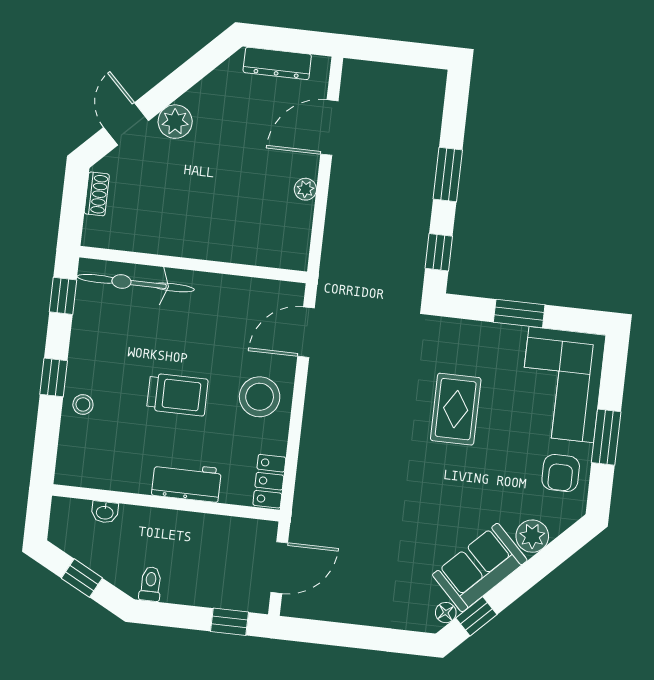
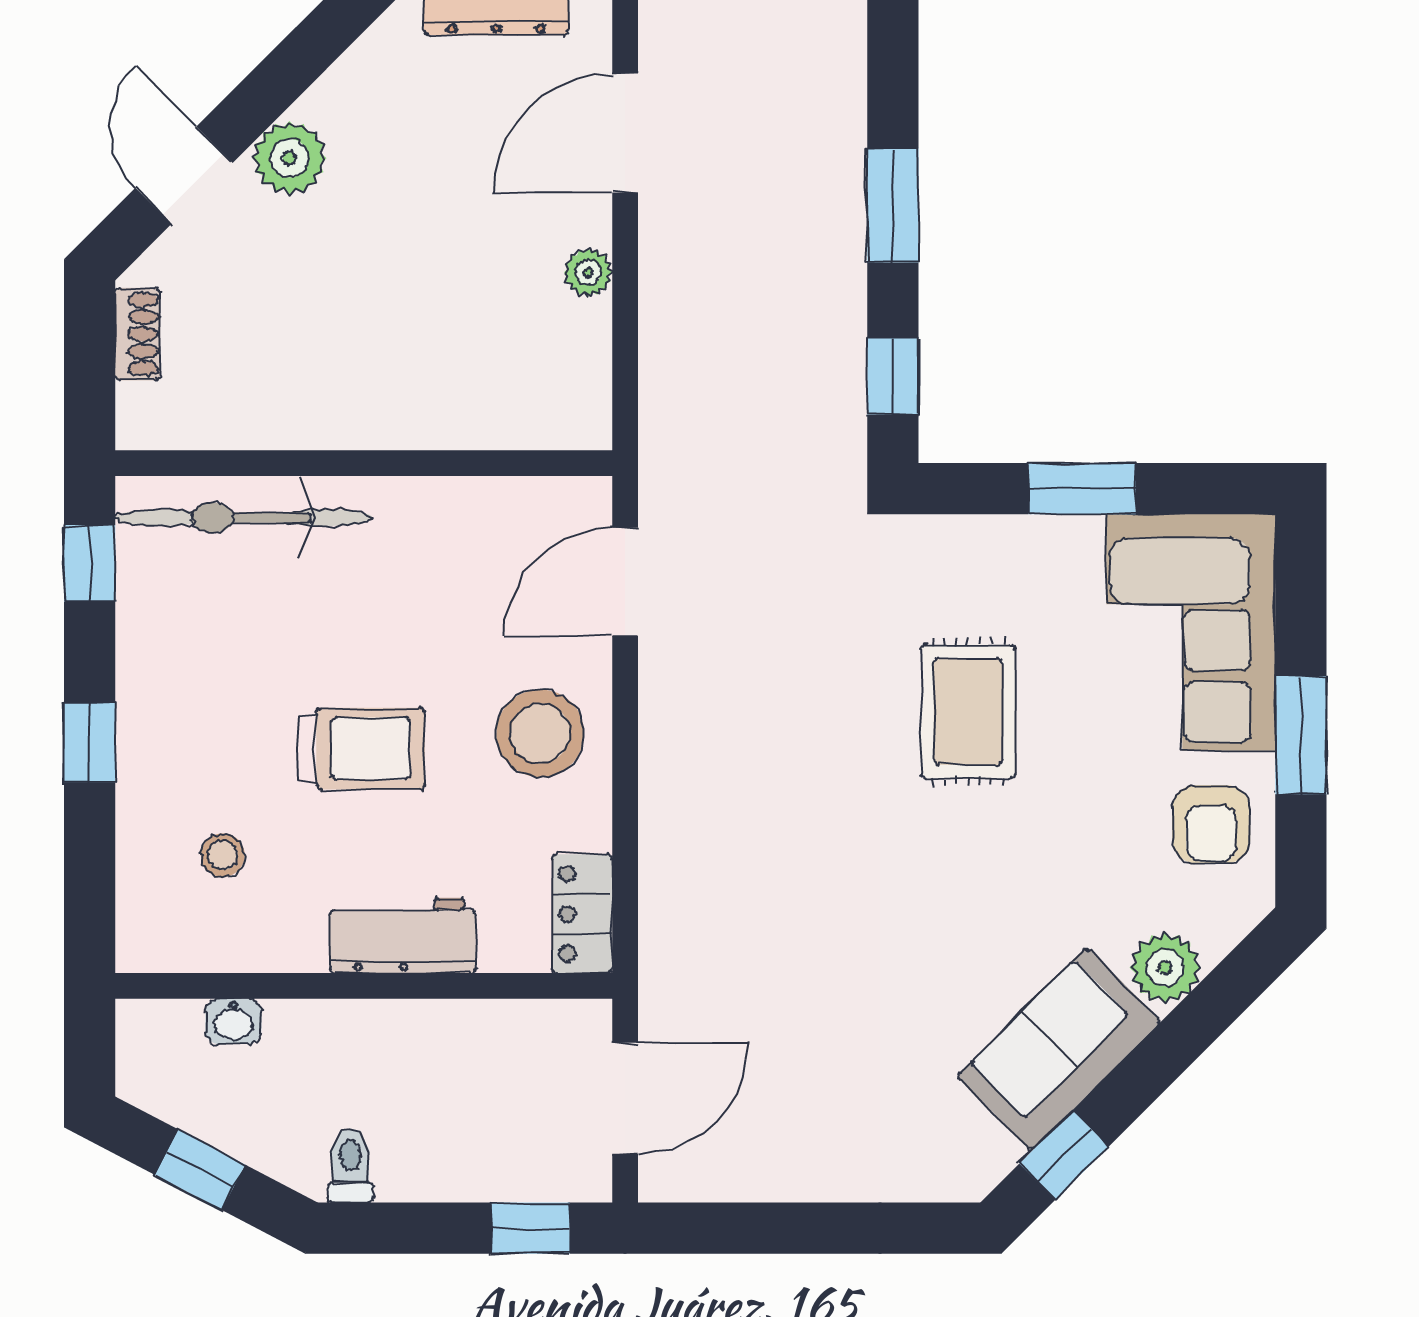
stool: (83, 404) -> (223, 855), moved
floor lamp: (446, 613) -> (997, 1155), removed

